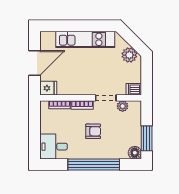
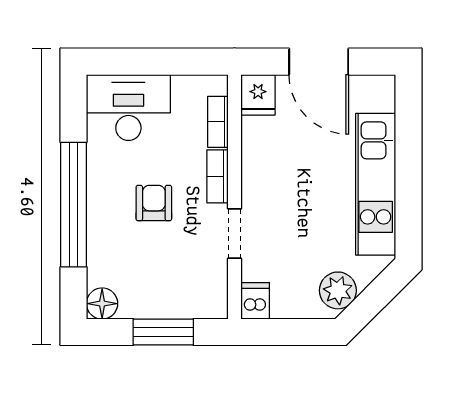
plant: (123, 106) -> (215, 274), removed
armchair: (93, 131) -> (154, 203), turned 180
window: (147, 138) -> (163, 332), moved
desk: (54, 147) -> (128, 107), width x1.37

